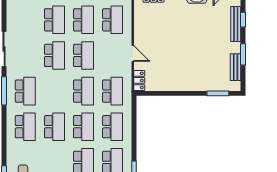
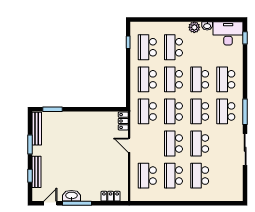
bench: (236, 67) -> (37, 129), width x1.36
school desk: (54, 91) -> (200, 111), added

